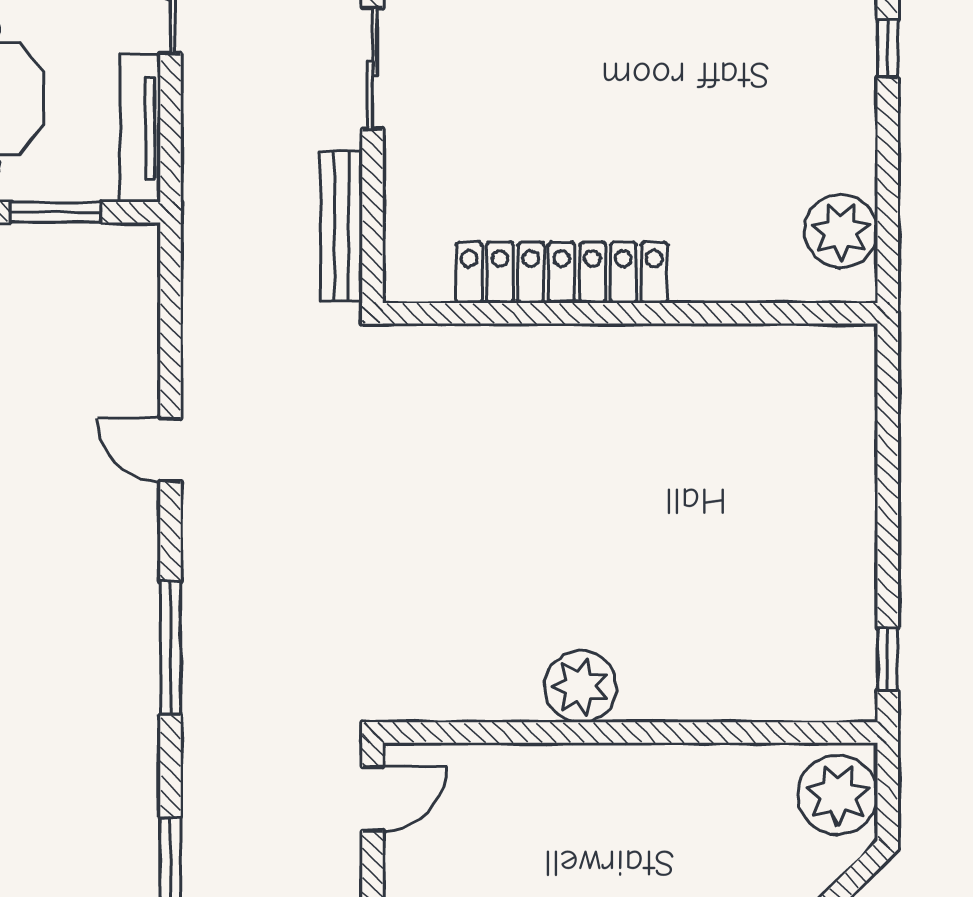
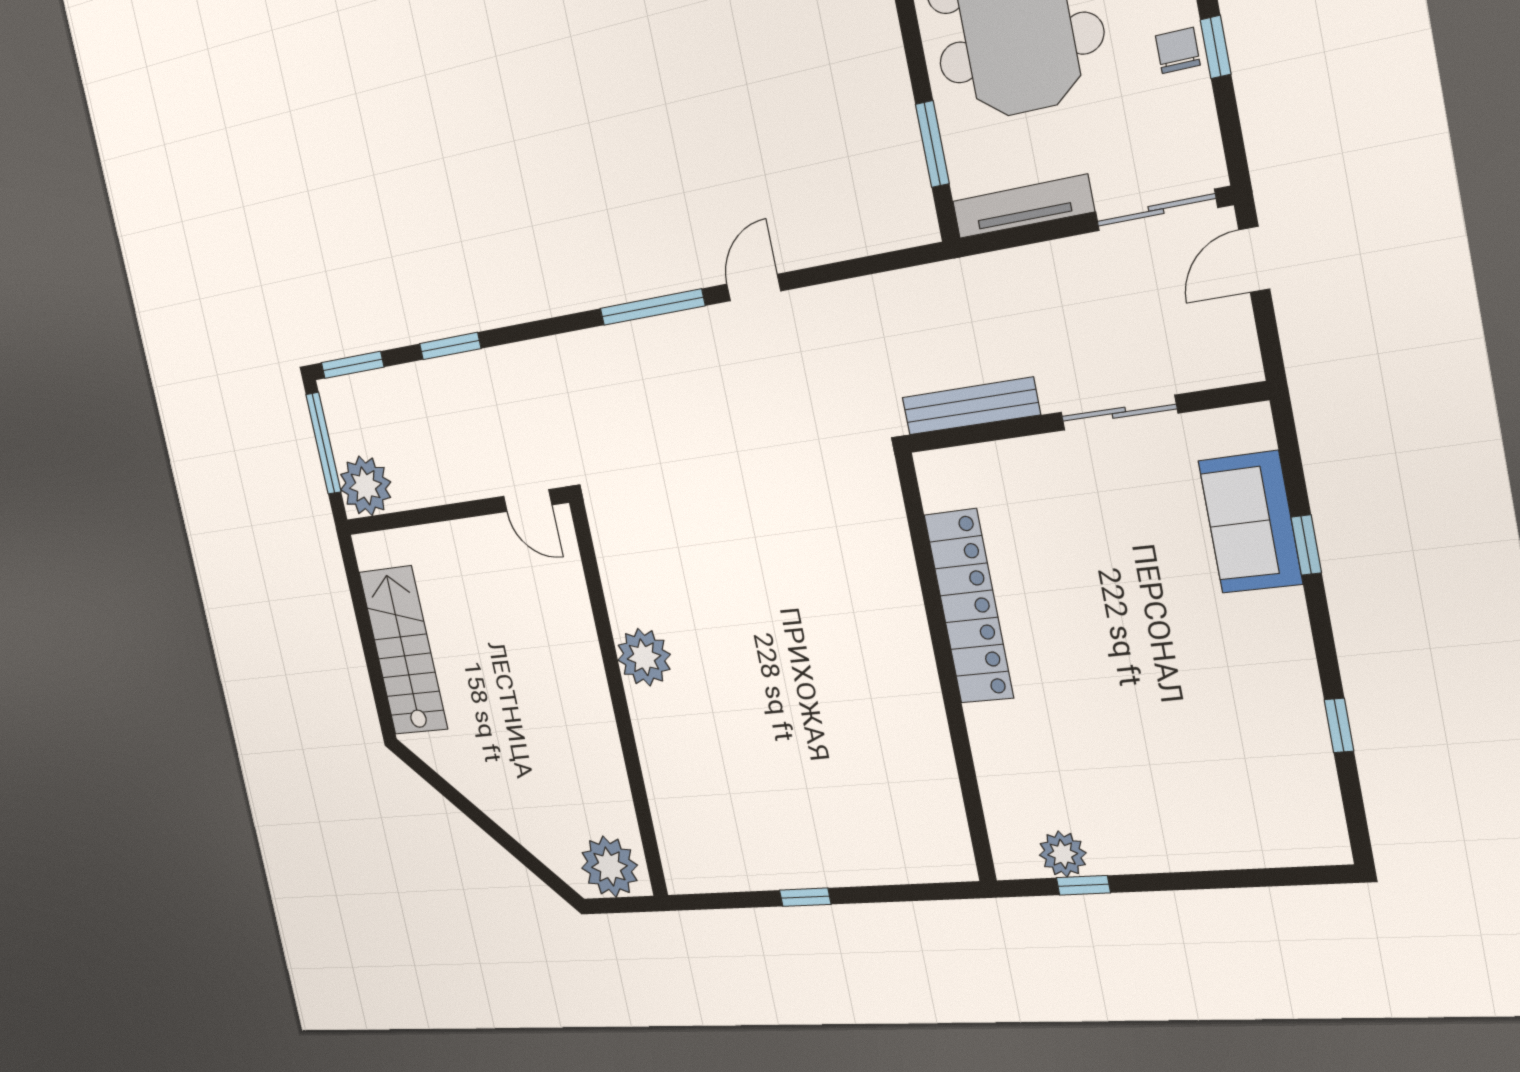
window: (888, 49) -> (1083, 885), moved
plant: (841, 231) -> (1063, 854), width x0.73, depth x0.73
window: (170, 648) -> (652, 307), moved
window: (888, 659) -> (805, 897), moved

